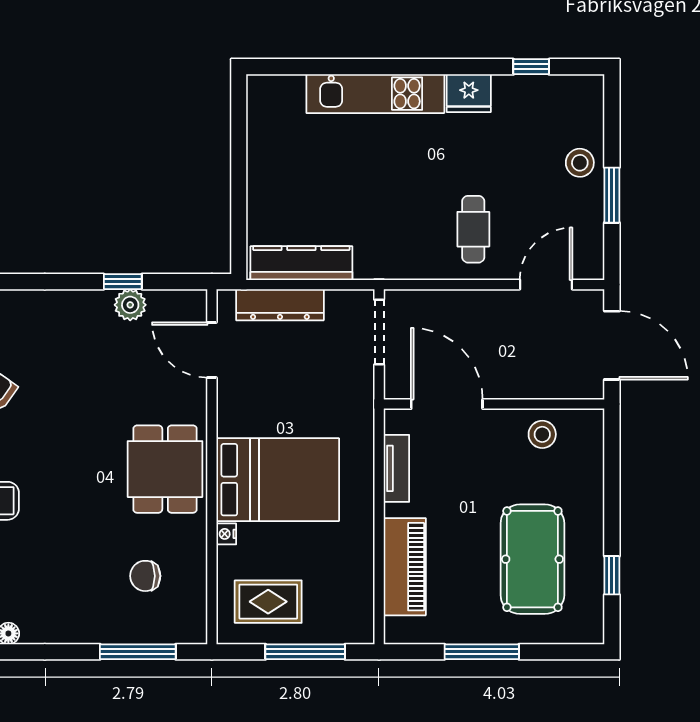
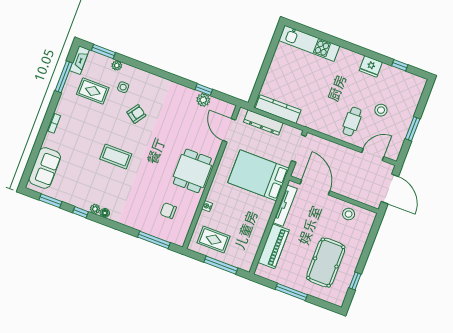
kitchen unit: (375, 94) -> (309, 43), moved
stool: (580, 163) -> (381, 110), moved
tv unit: (396, 468) -> (285, 206), width x1.41
bed: (278, 480) -> (258, 175), moved, turned 180

